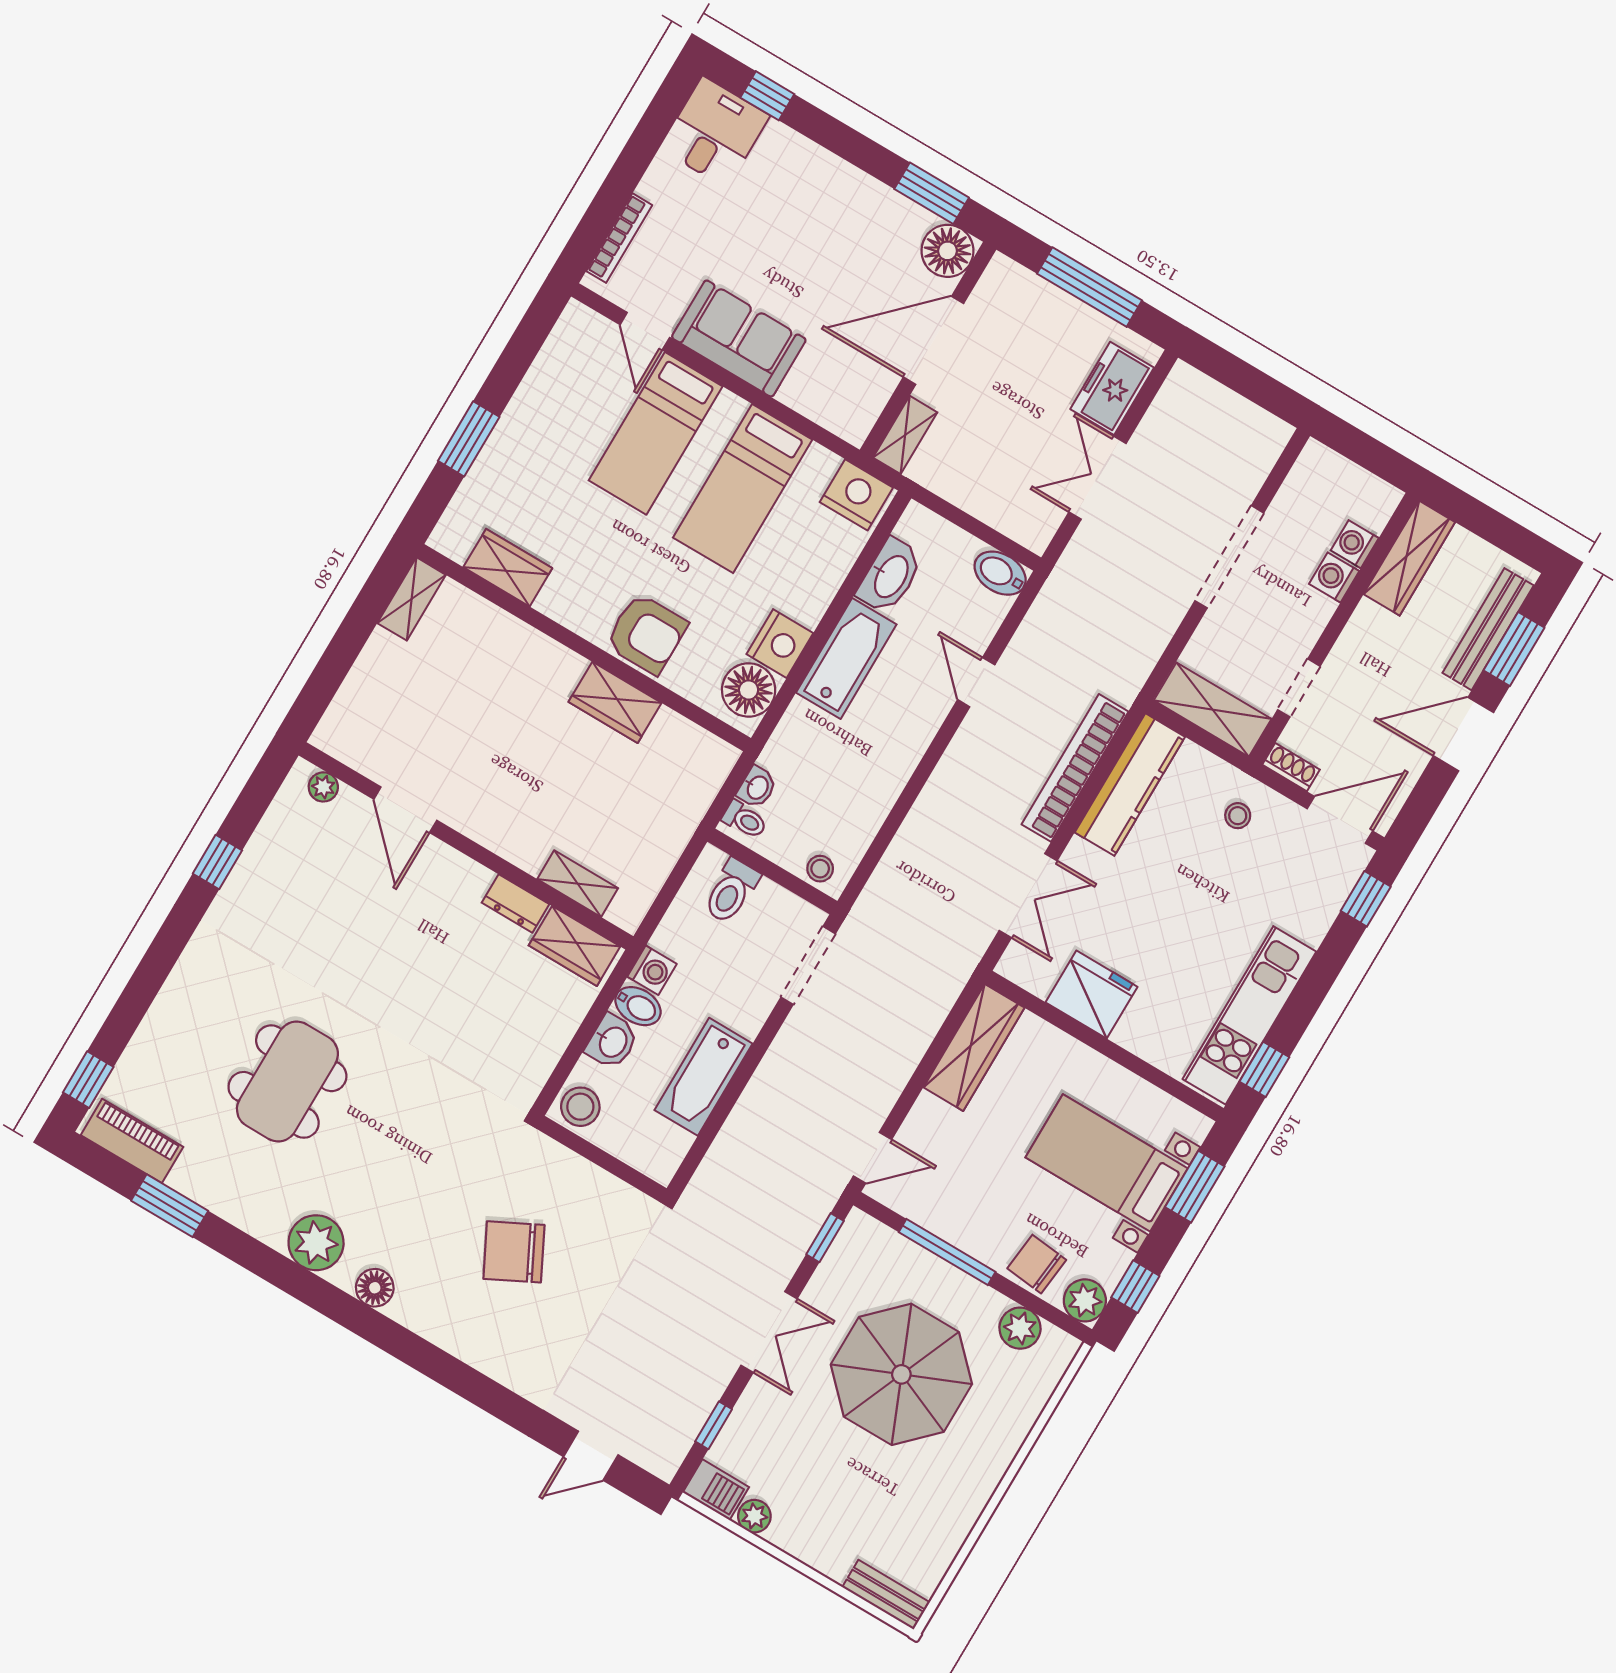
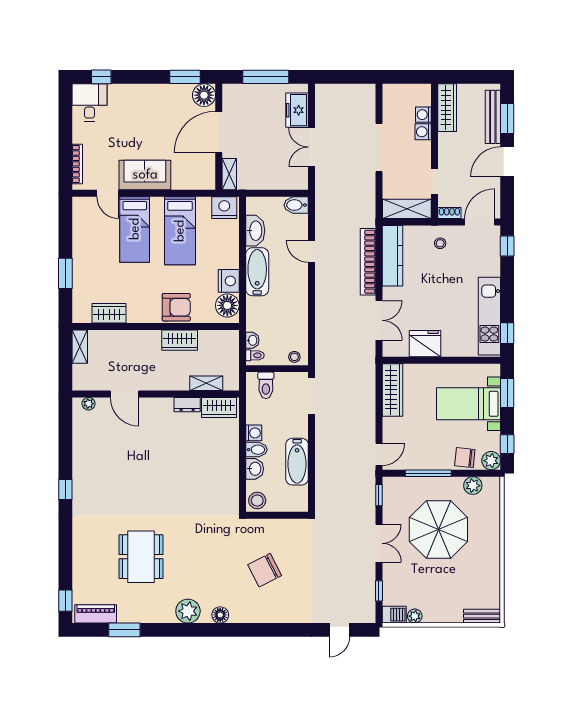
plant: (323, 787) -> (89, 404), moved
door: (405, 810) -> (125, 394), moved
wall: (466, 846) -> (156, 394), moved
shelving: (578, 884) -> (206, 383), moved
dresser: (516, 903) -> (187, 405), moved
wardrobe: (574, 946) -> (219, 407), moved

